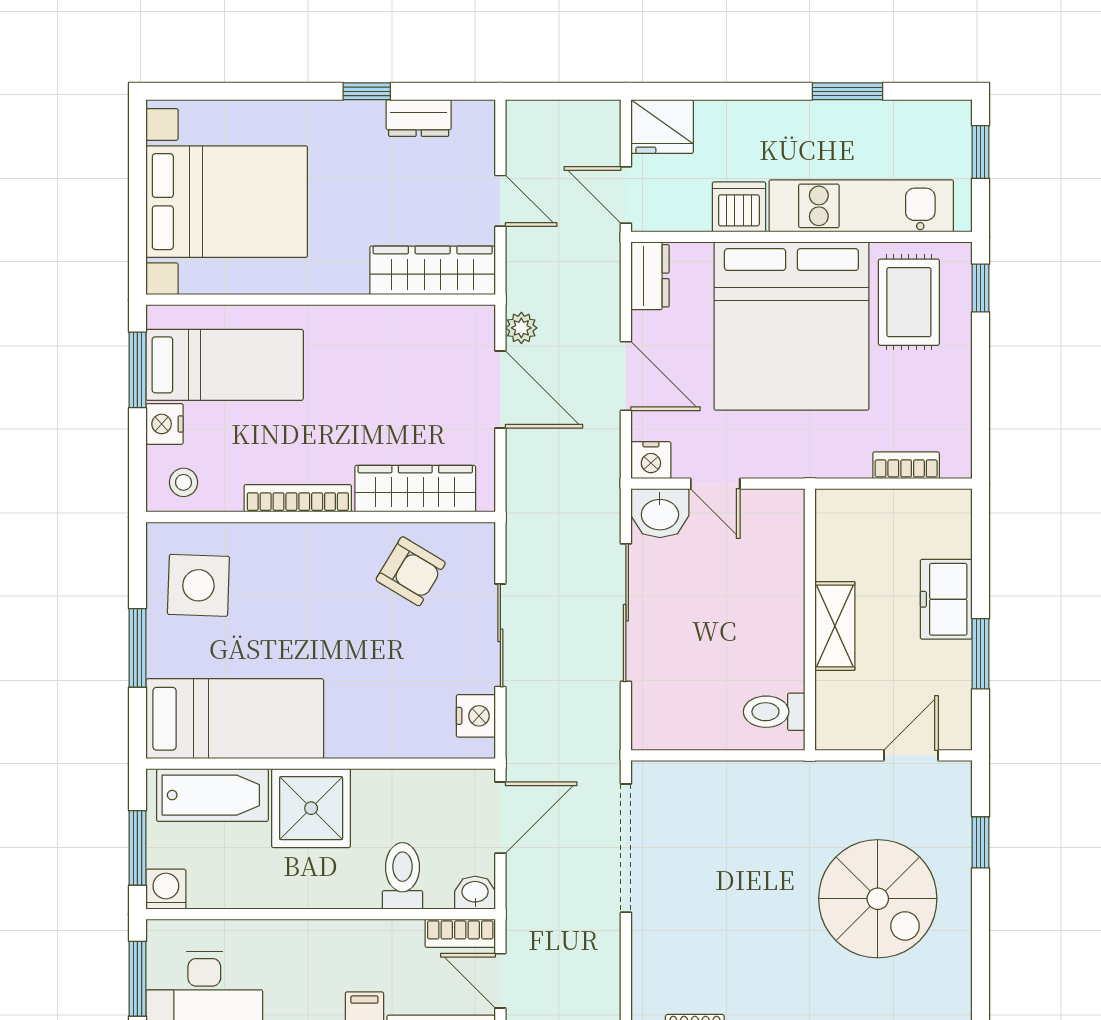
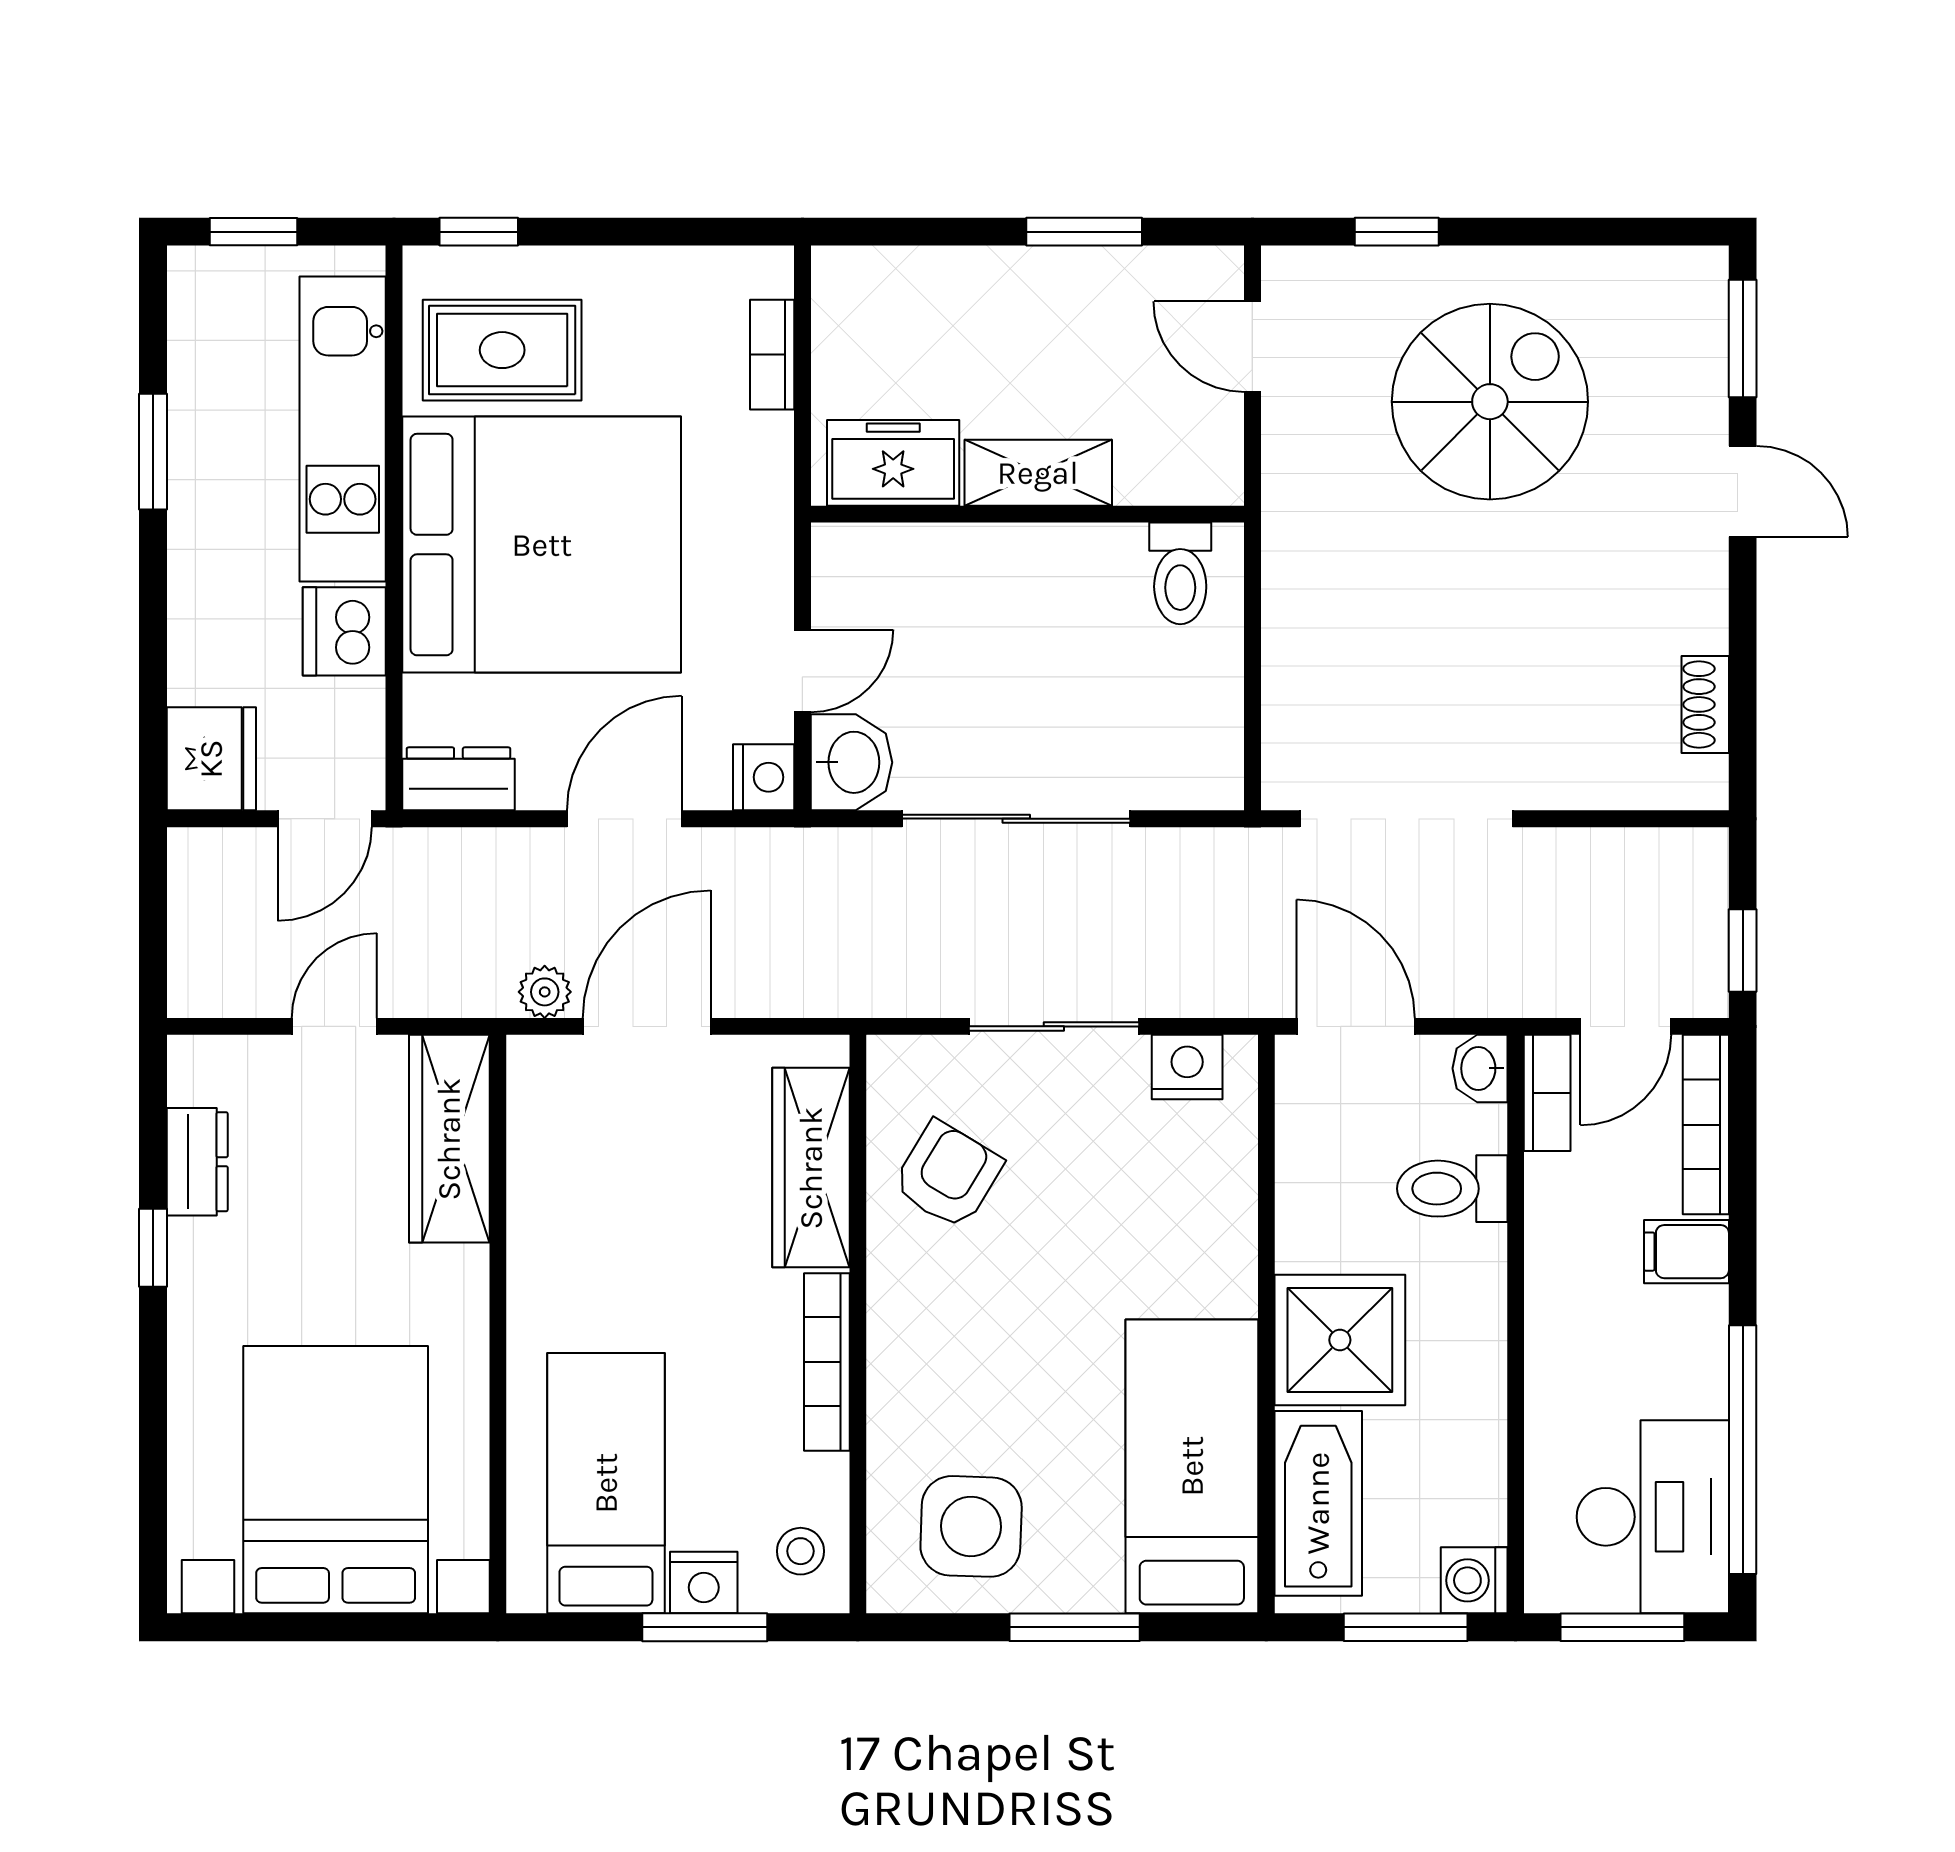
window: (137, 370) -> (705, 1627), moved
freezer: (946, 599) -> (893, 463), moved, turned 180

